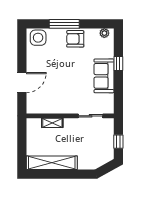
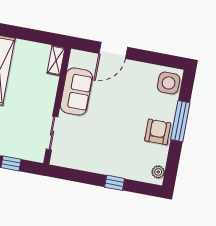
sofa: (104, 76) -> (76, 92), moved, turned 90
door: (22, 83) -> (113, 50), hinge flipped
shelving: (52, 123) -> (56, 60), moved

